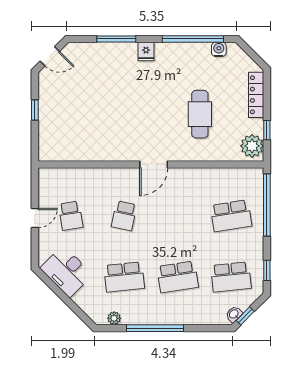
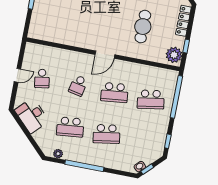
school desk: (231, 277) -> (114, 93), moved

